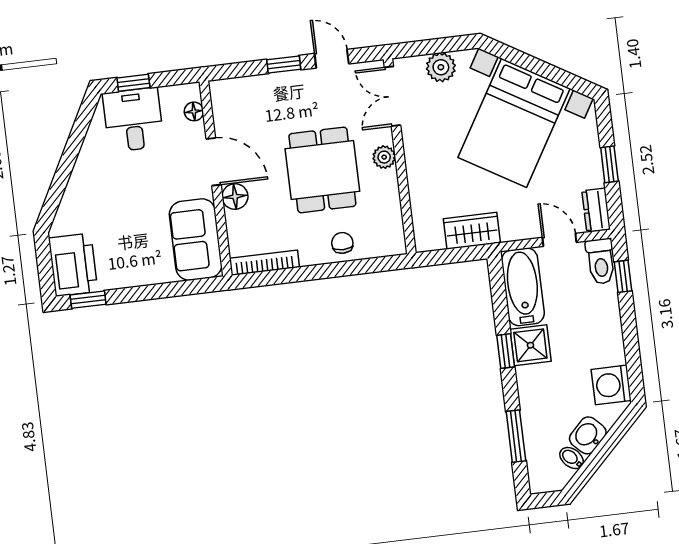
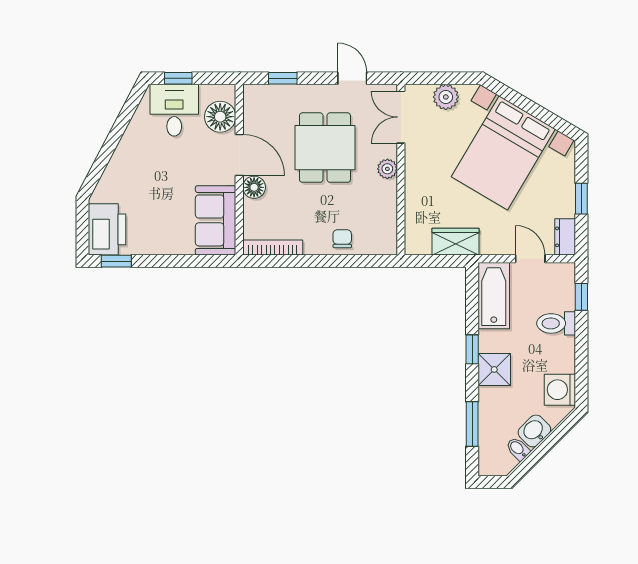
window: (284, 65) -> (283, 78), moved
floor lamp: (194, 111) -> (220, 117), width x1.89, depth x1.89
dining table: (322, 170) -> (325, 148), moved
toilet: (601, 261) -> (556, 323), moved, turned 90
shower: (530, 345) -> (494, 369), moved

